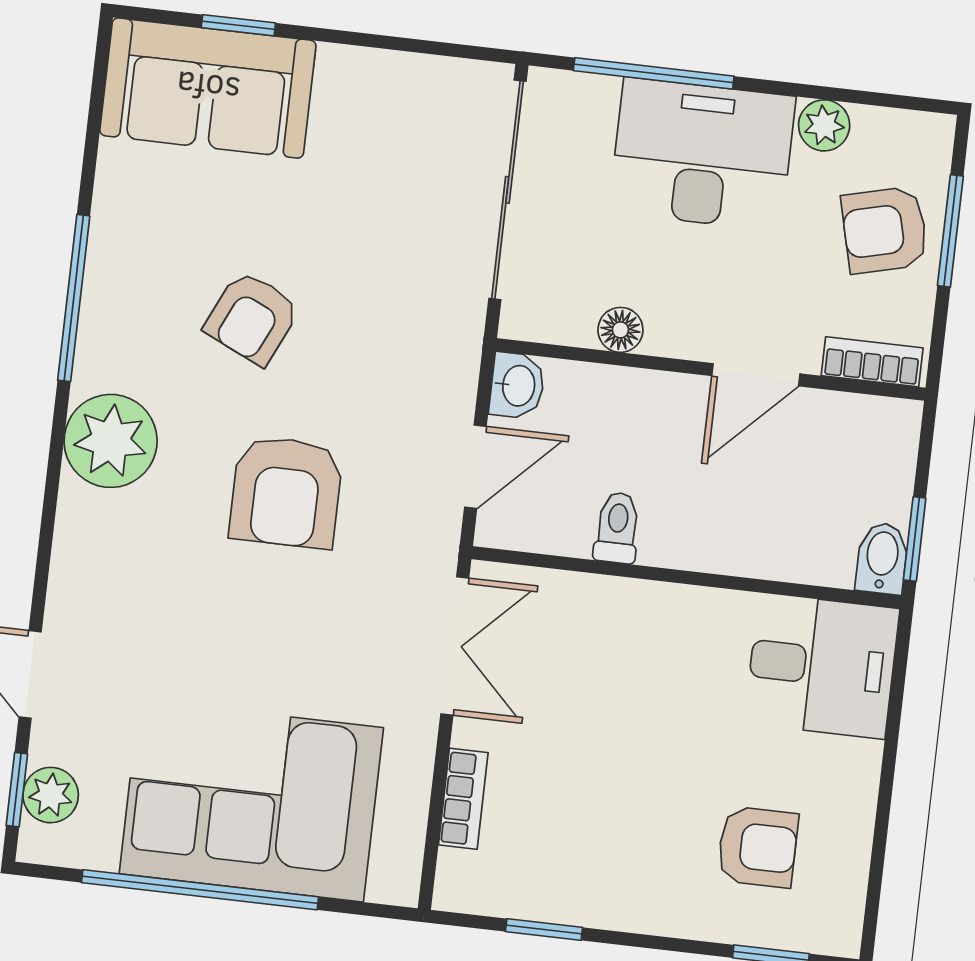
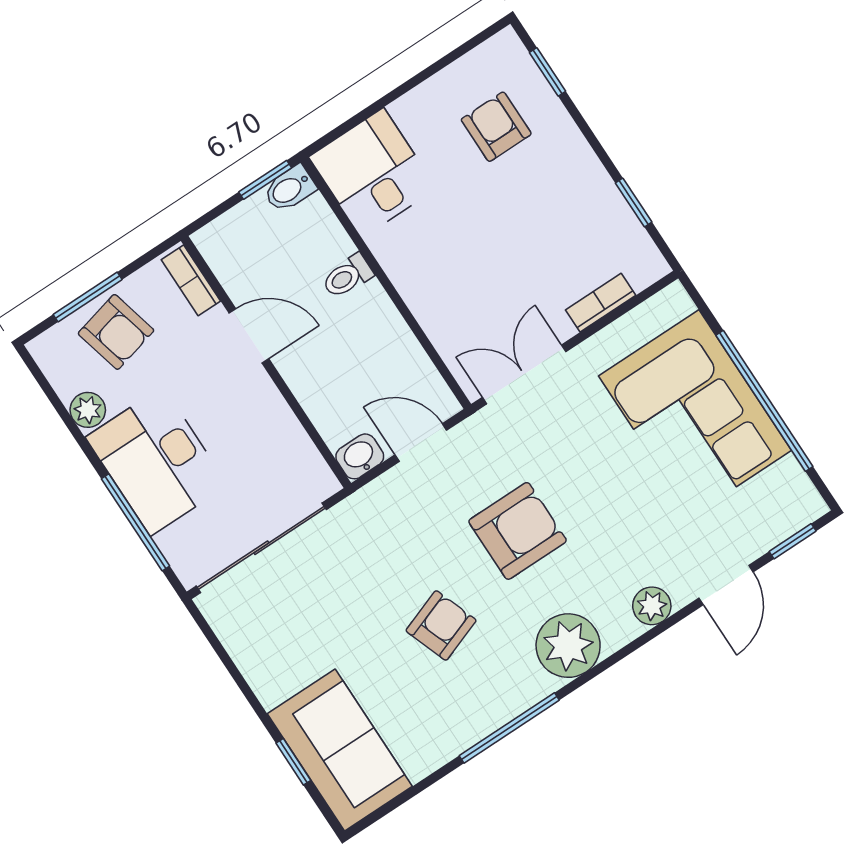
armchair: (252, 318) -> (441, 625), turned -45
floor lamp: (620, 330) -> (285, 427), removed
toilet: (617, 528) -> (347, 276), moved
plant: (51, 795) -> (652, 606), moved

